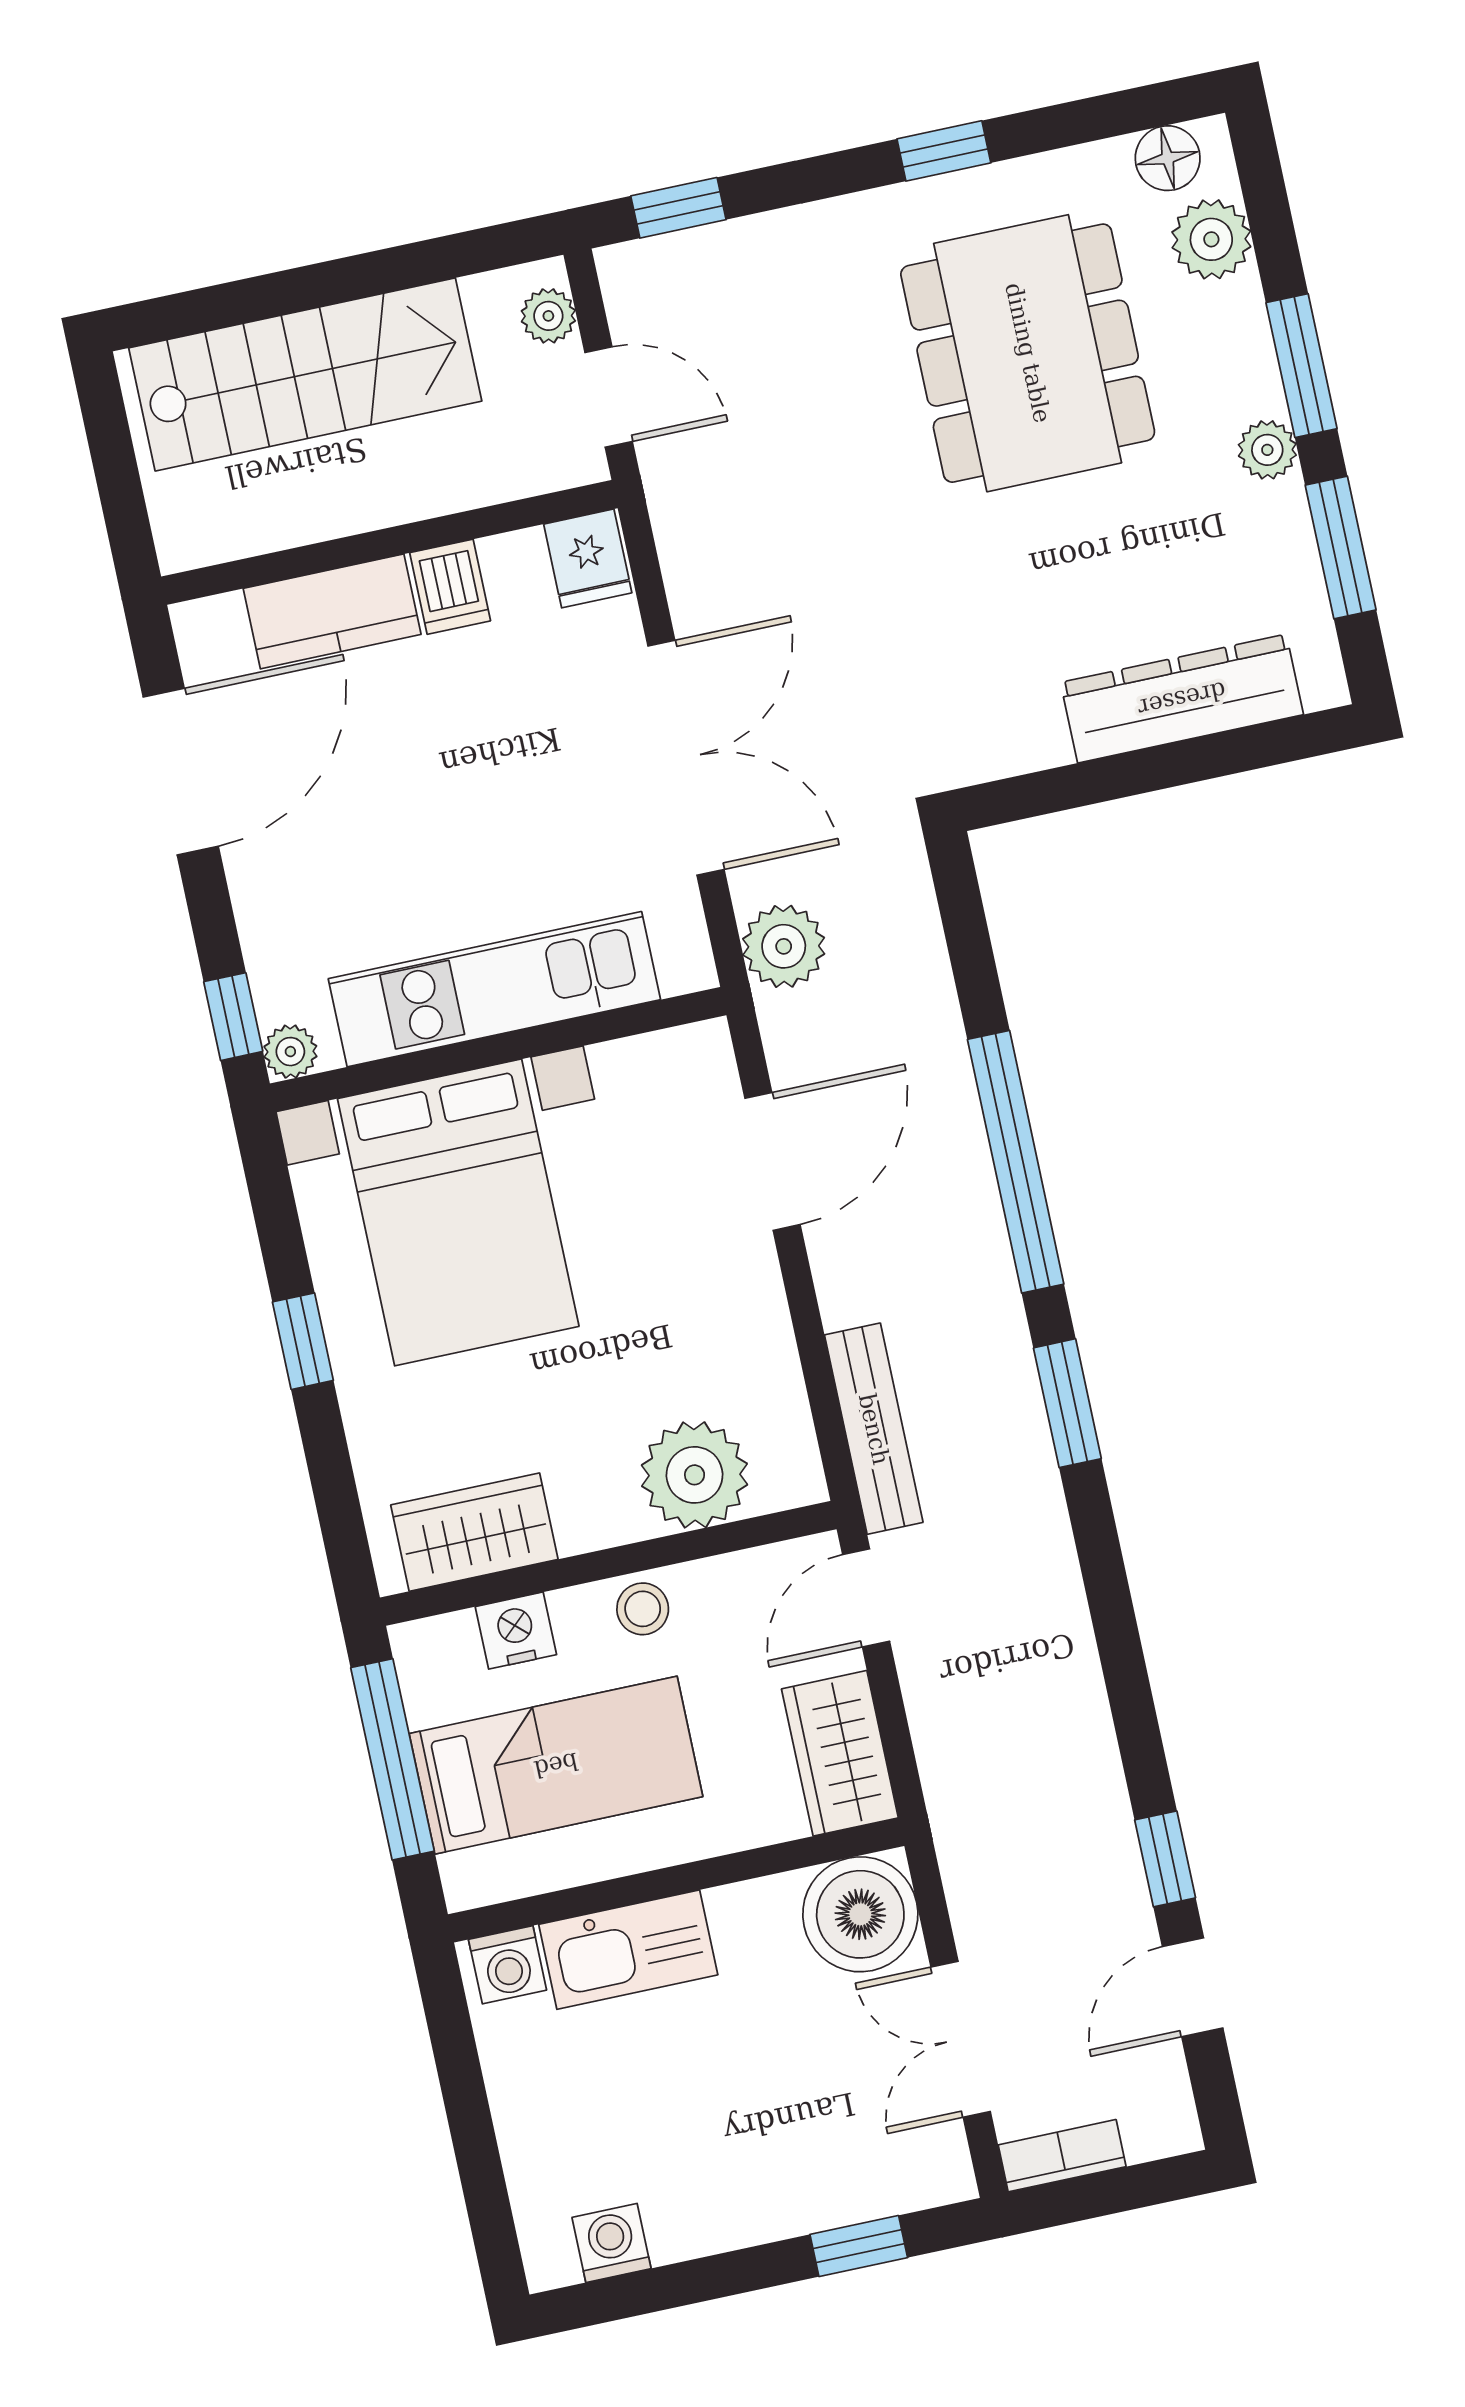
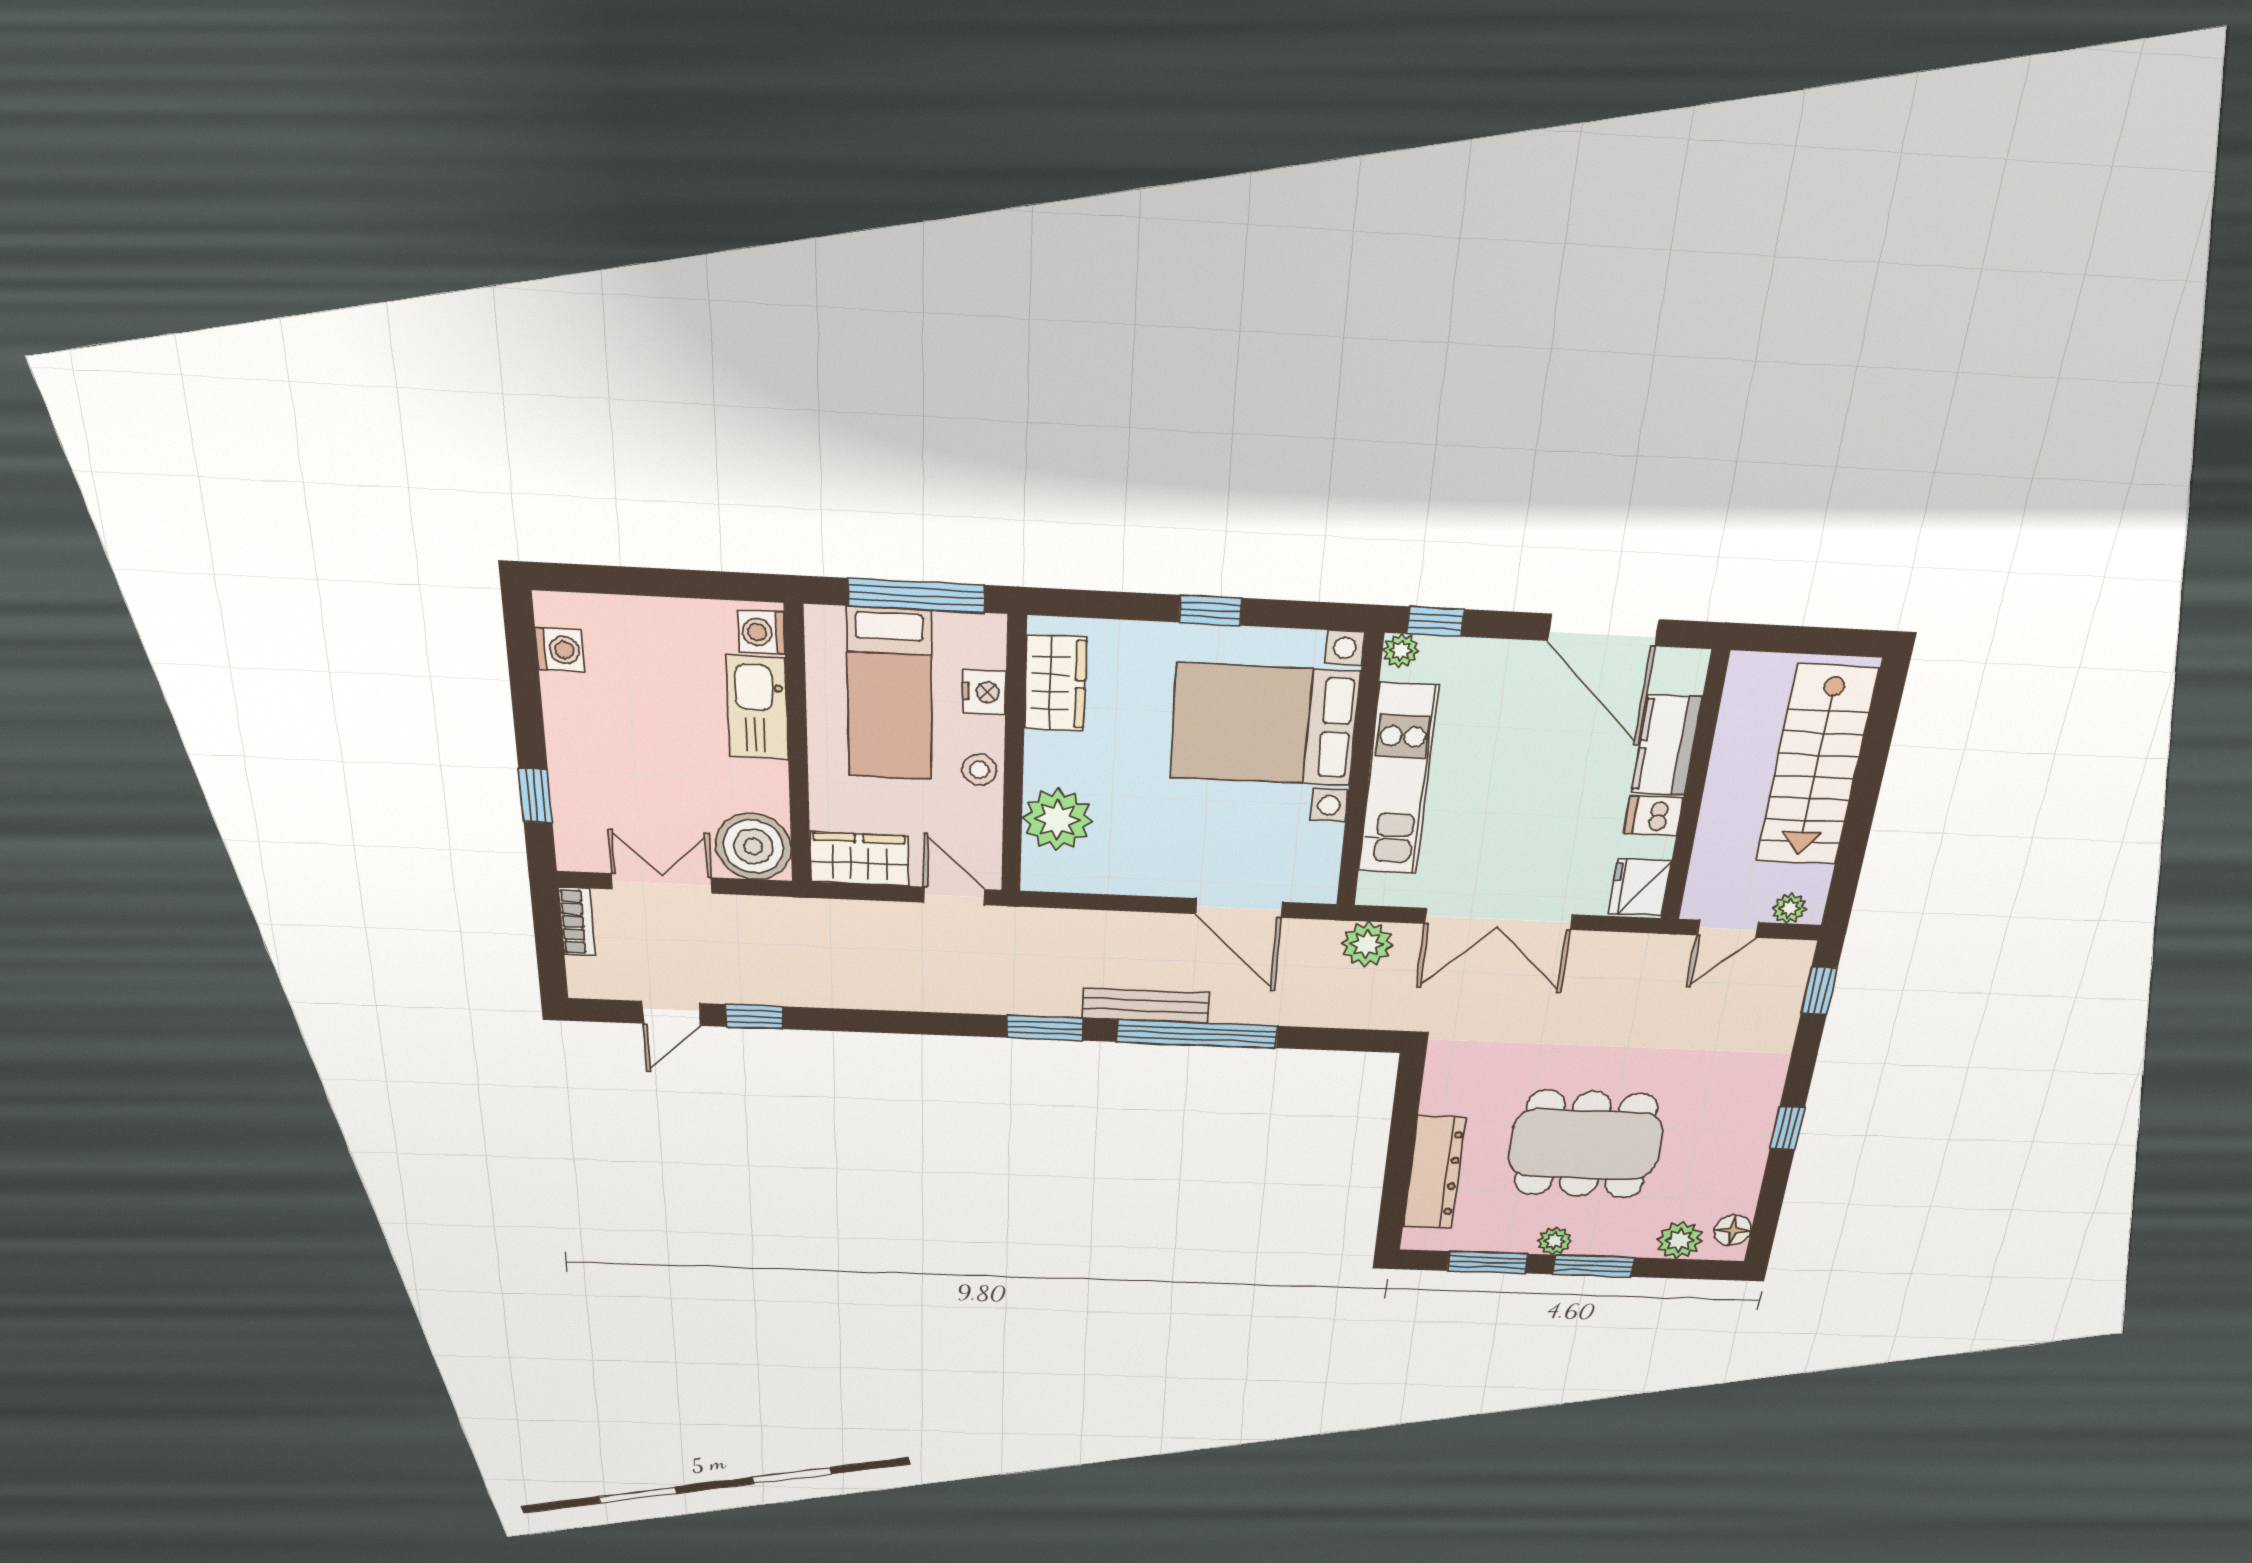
dining table: (1028, 353) -> (1585, 1144), moved
fridge: (588, 558) -> (1640, 887), width x1.38
bench: (874, 1429) -> (1146, 1006), moved
door: (1193, 1987) -> (672, 1013), swing flipped

